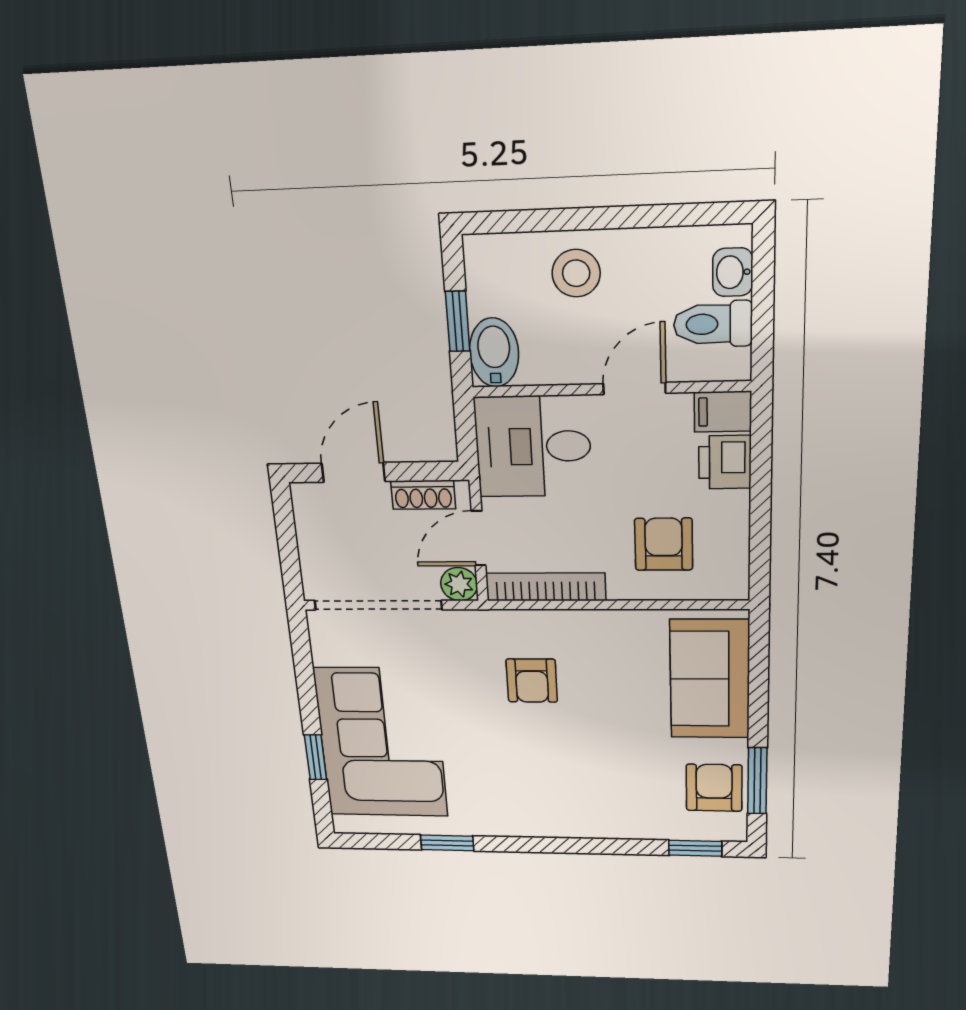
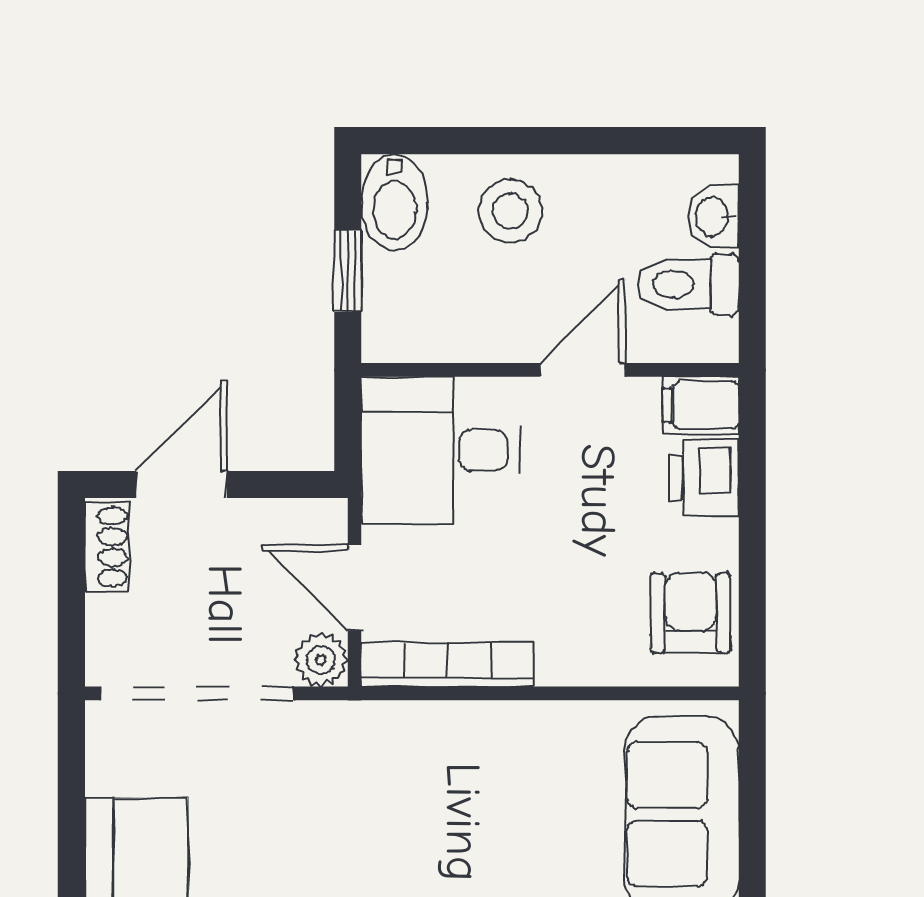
bidet: (494, 352) -> (395, 202), moved, turned 180
shoe rack: (423, 495) -> (107, 547), moved, turned -90
door: (478, 538) -> (355, 588), hinge flipped
armchair: (664, 544) -> (691, 613), moved
armchair: (532, 681) -> (419, 819), removed

